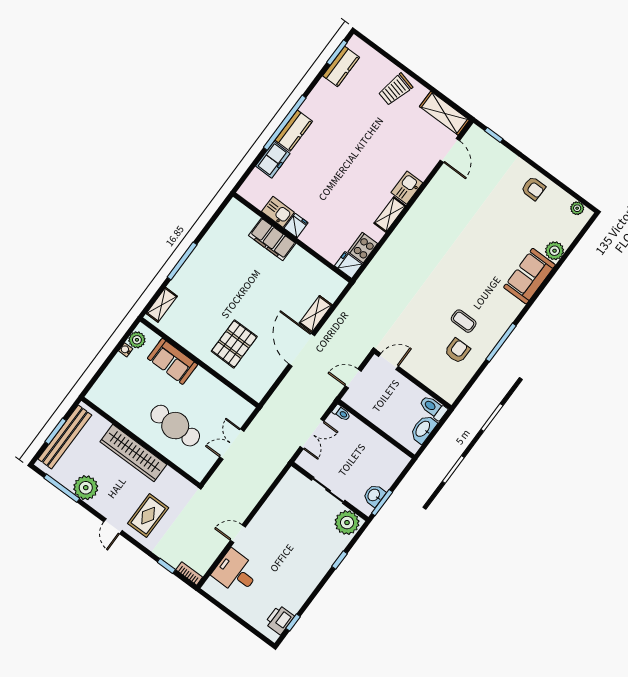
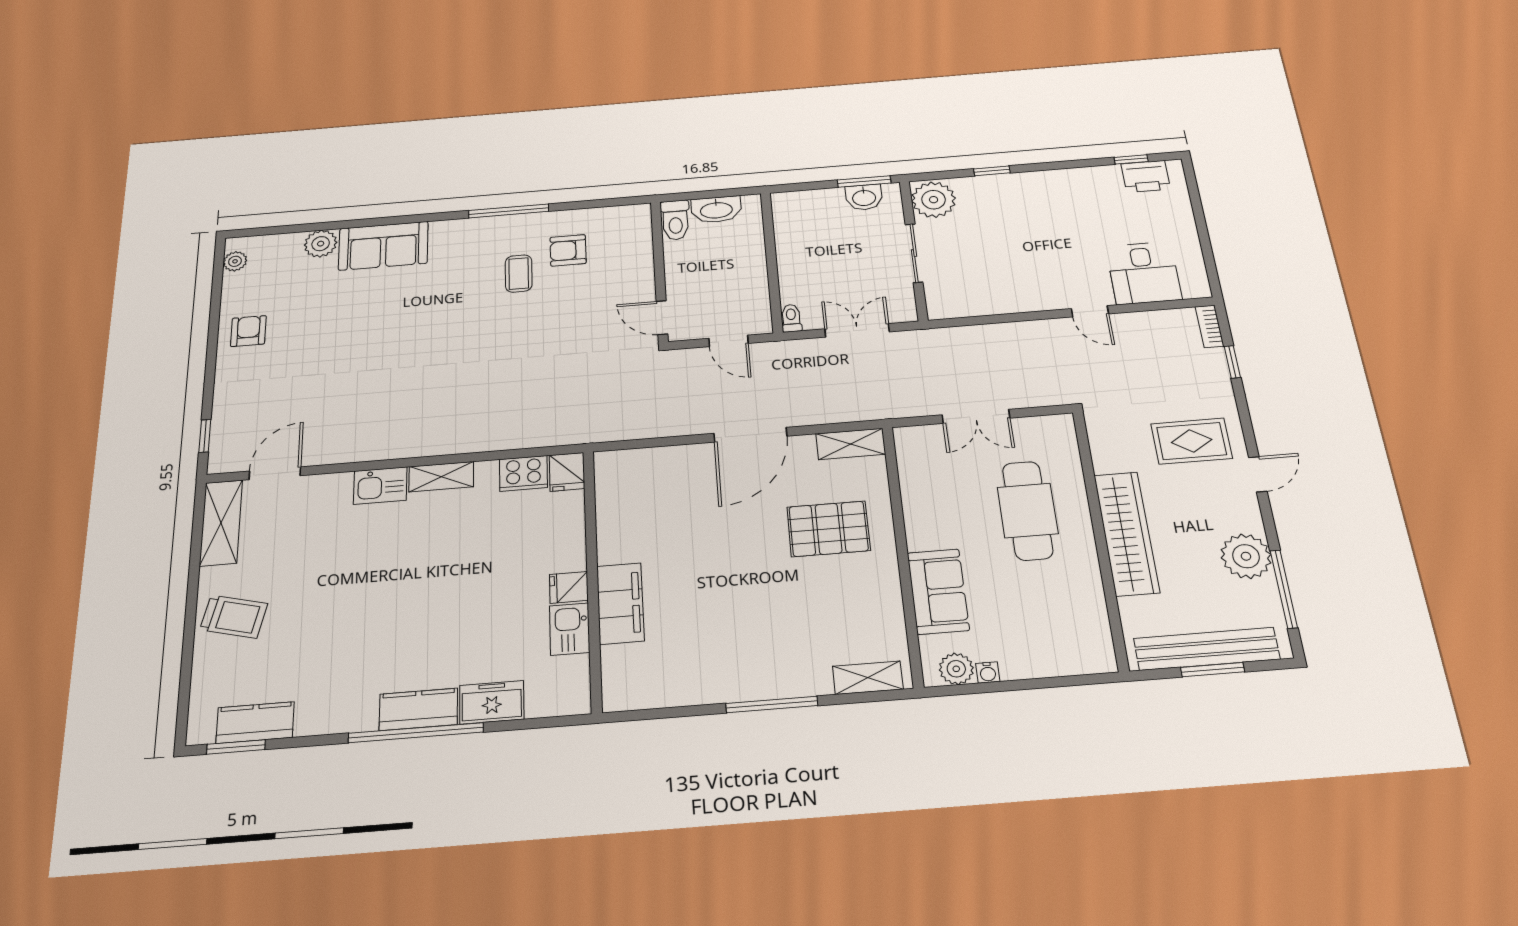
shelving: (316, 314) -> (851, 444), moved

